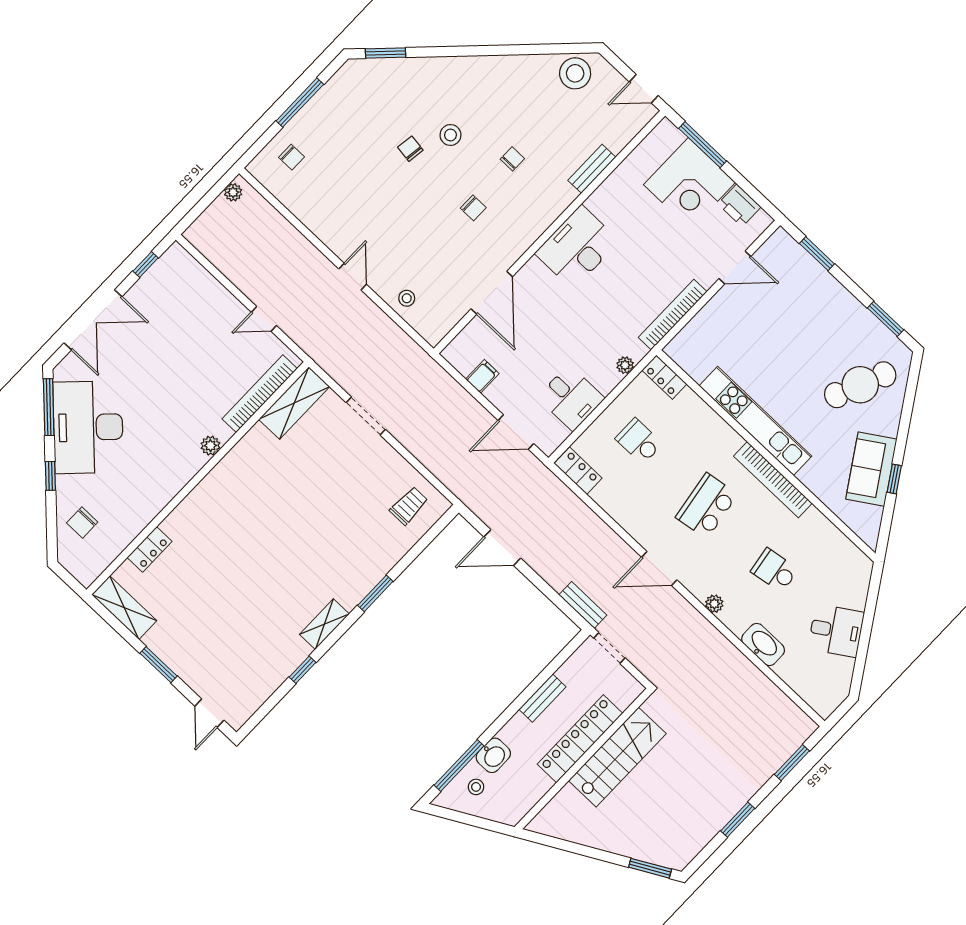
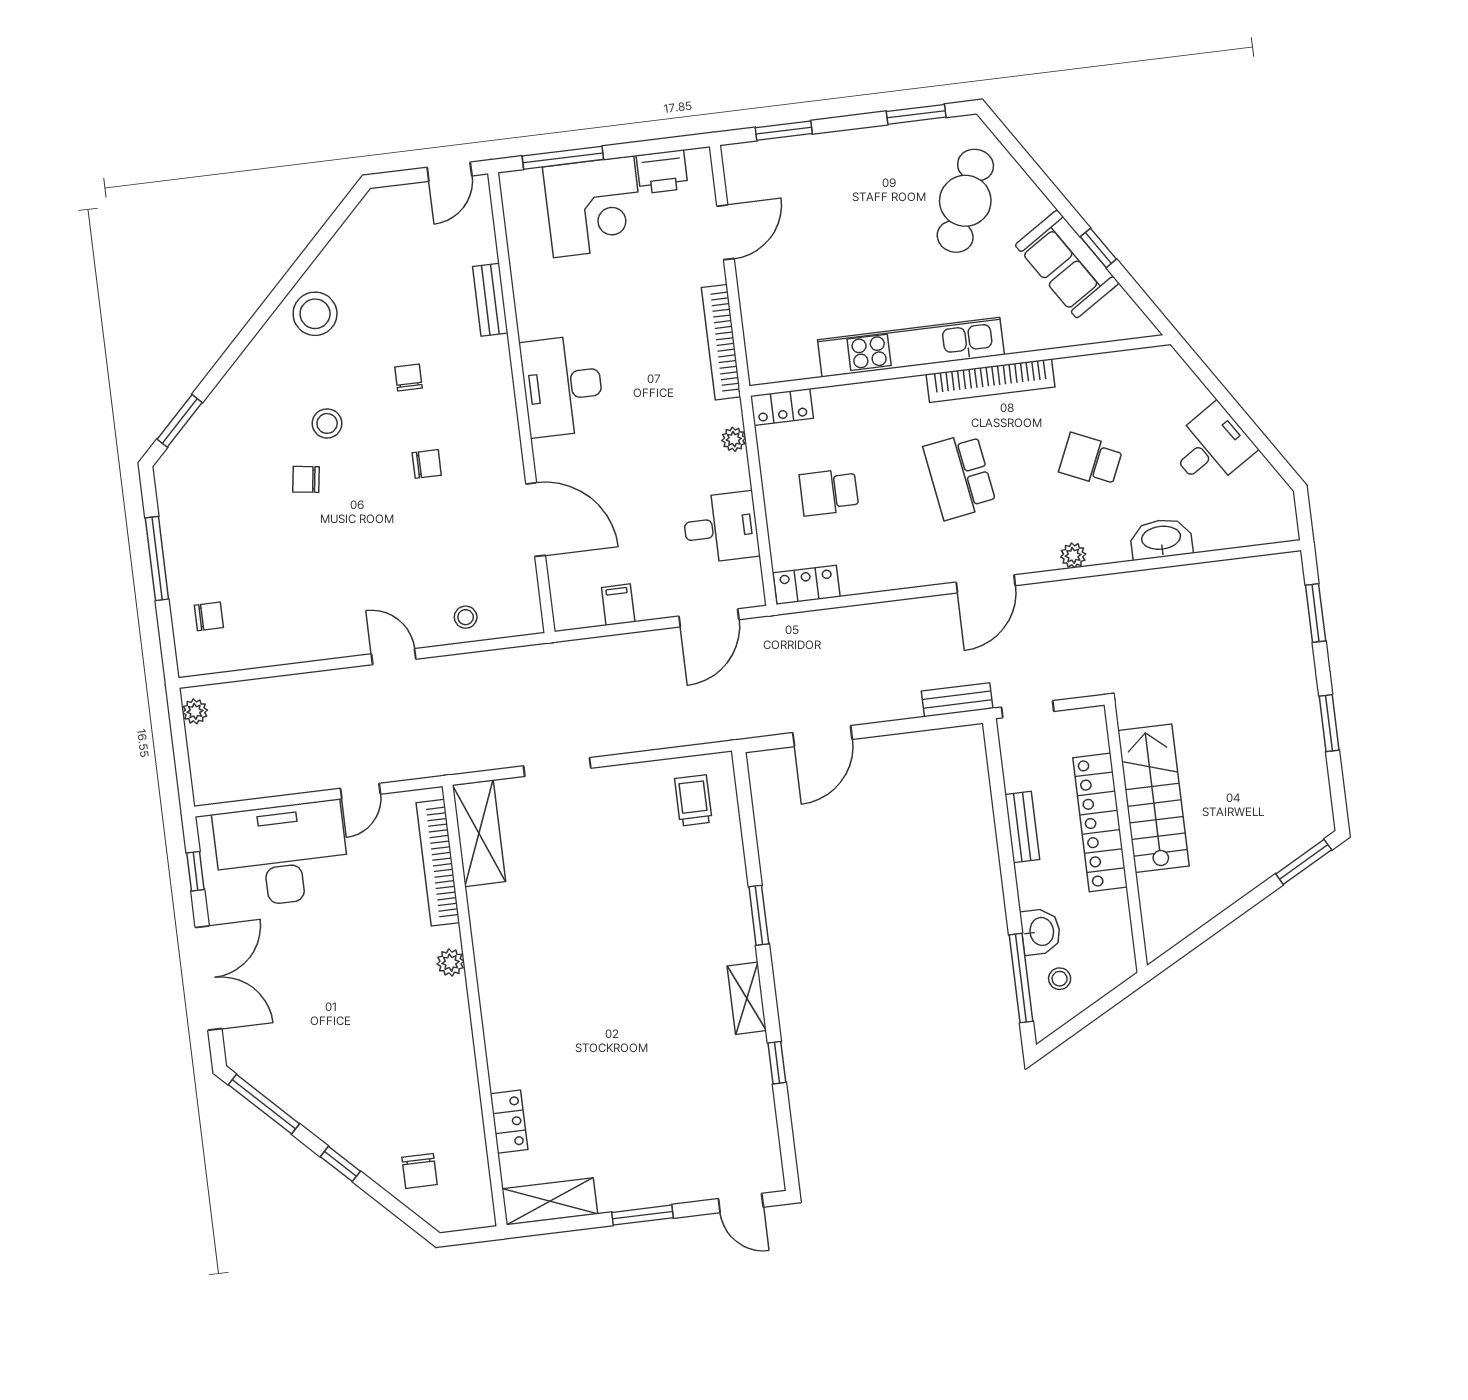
stool: (575, 73) -> (315, 314), moved
desk: (88, 427) -> (281, 854), moved, turned 135
school desk: (775, 570) -> (1091, 460), turned 33

